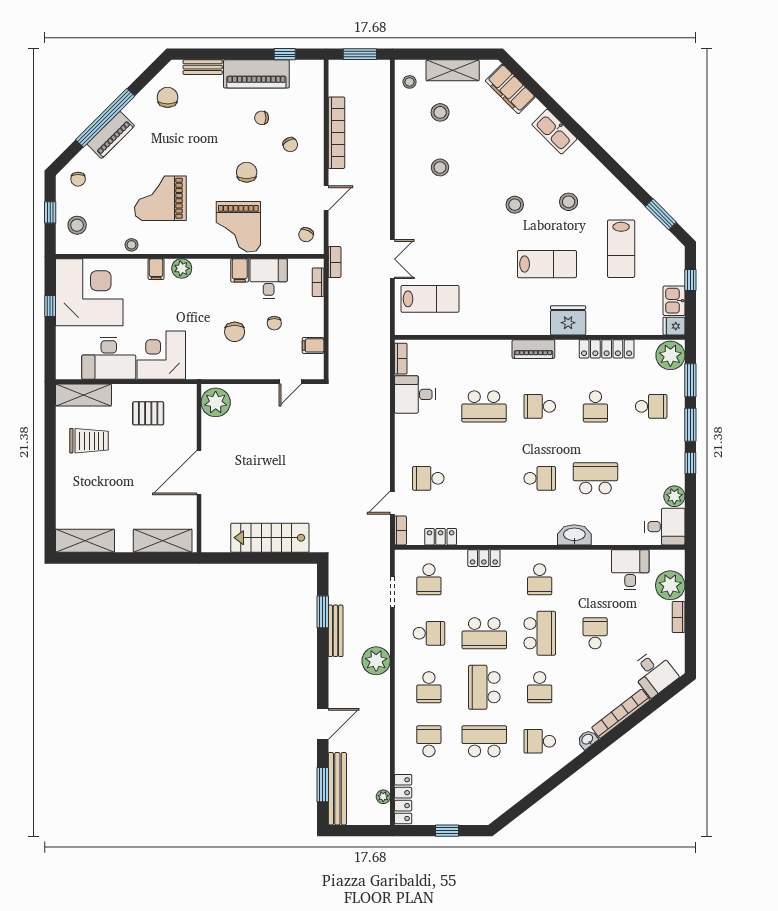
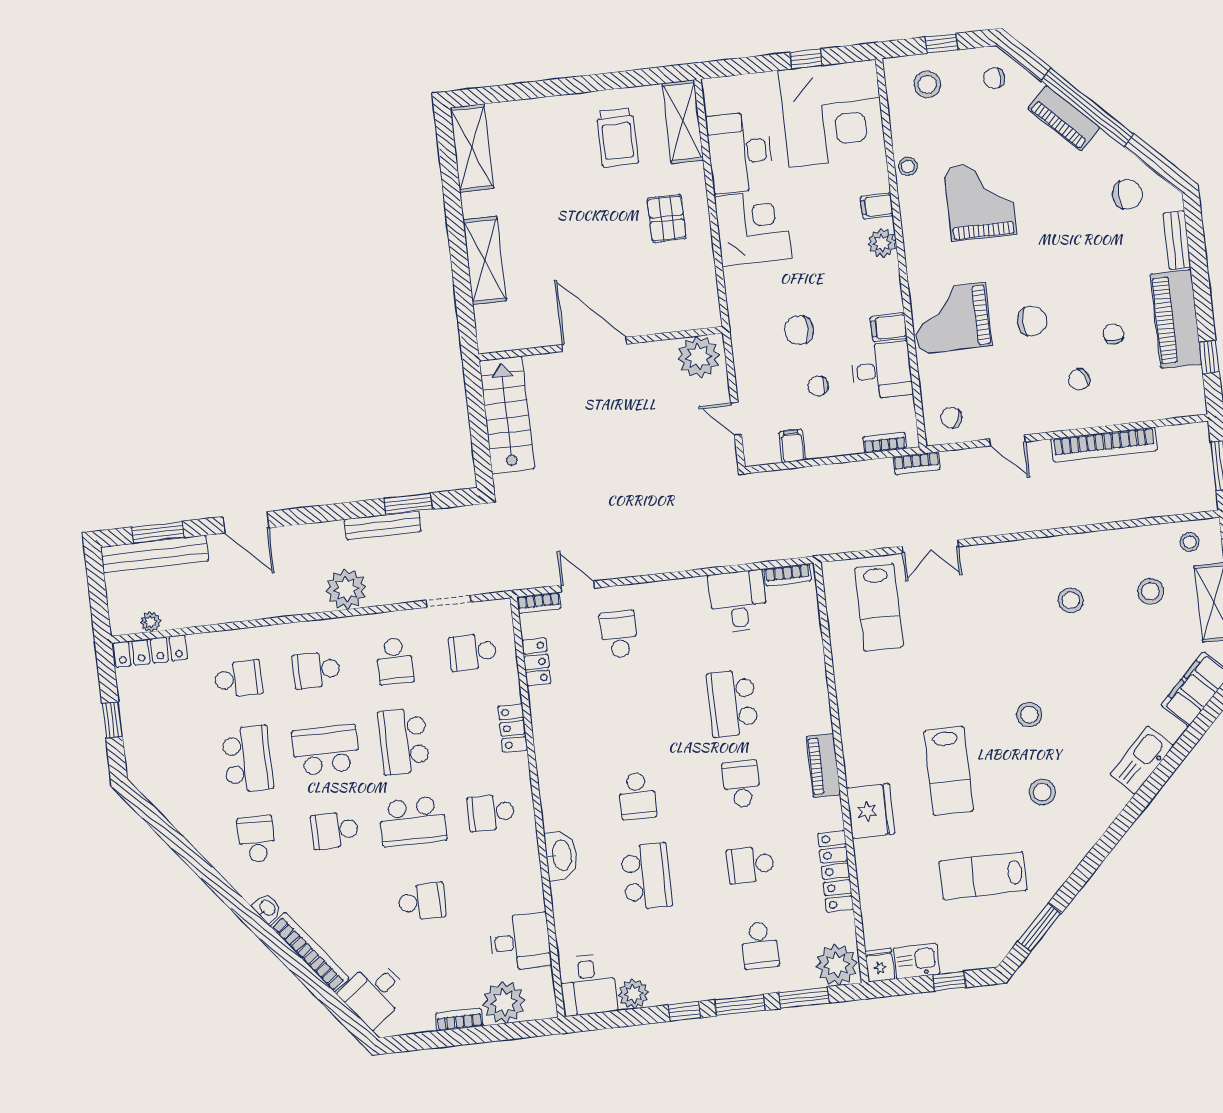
plant: (216, 402) -> (699, 357), moved
wall: (199, 468) -> (601, 344), moved
door: (199, 473) -> (594, 344), moved

